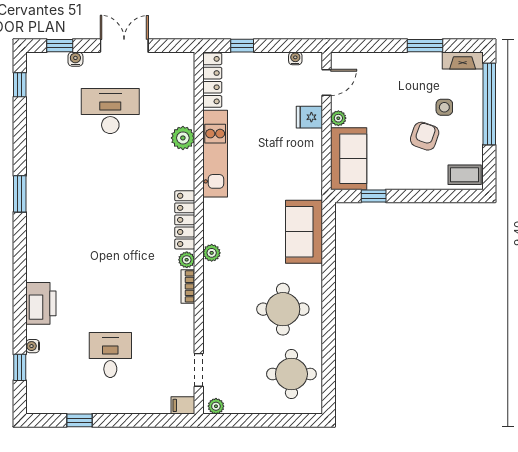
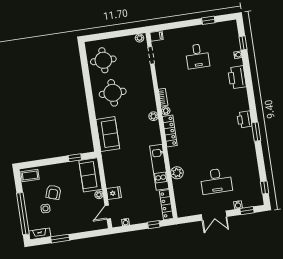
printer: (38, 221) -> (245, 119), added

